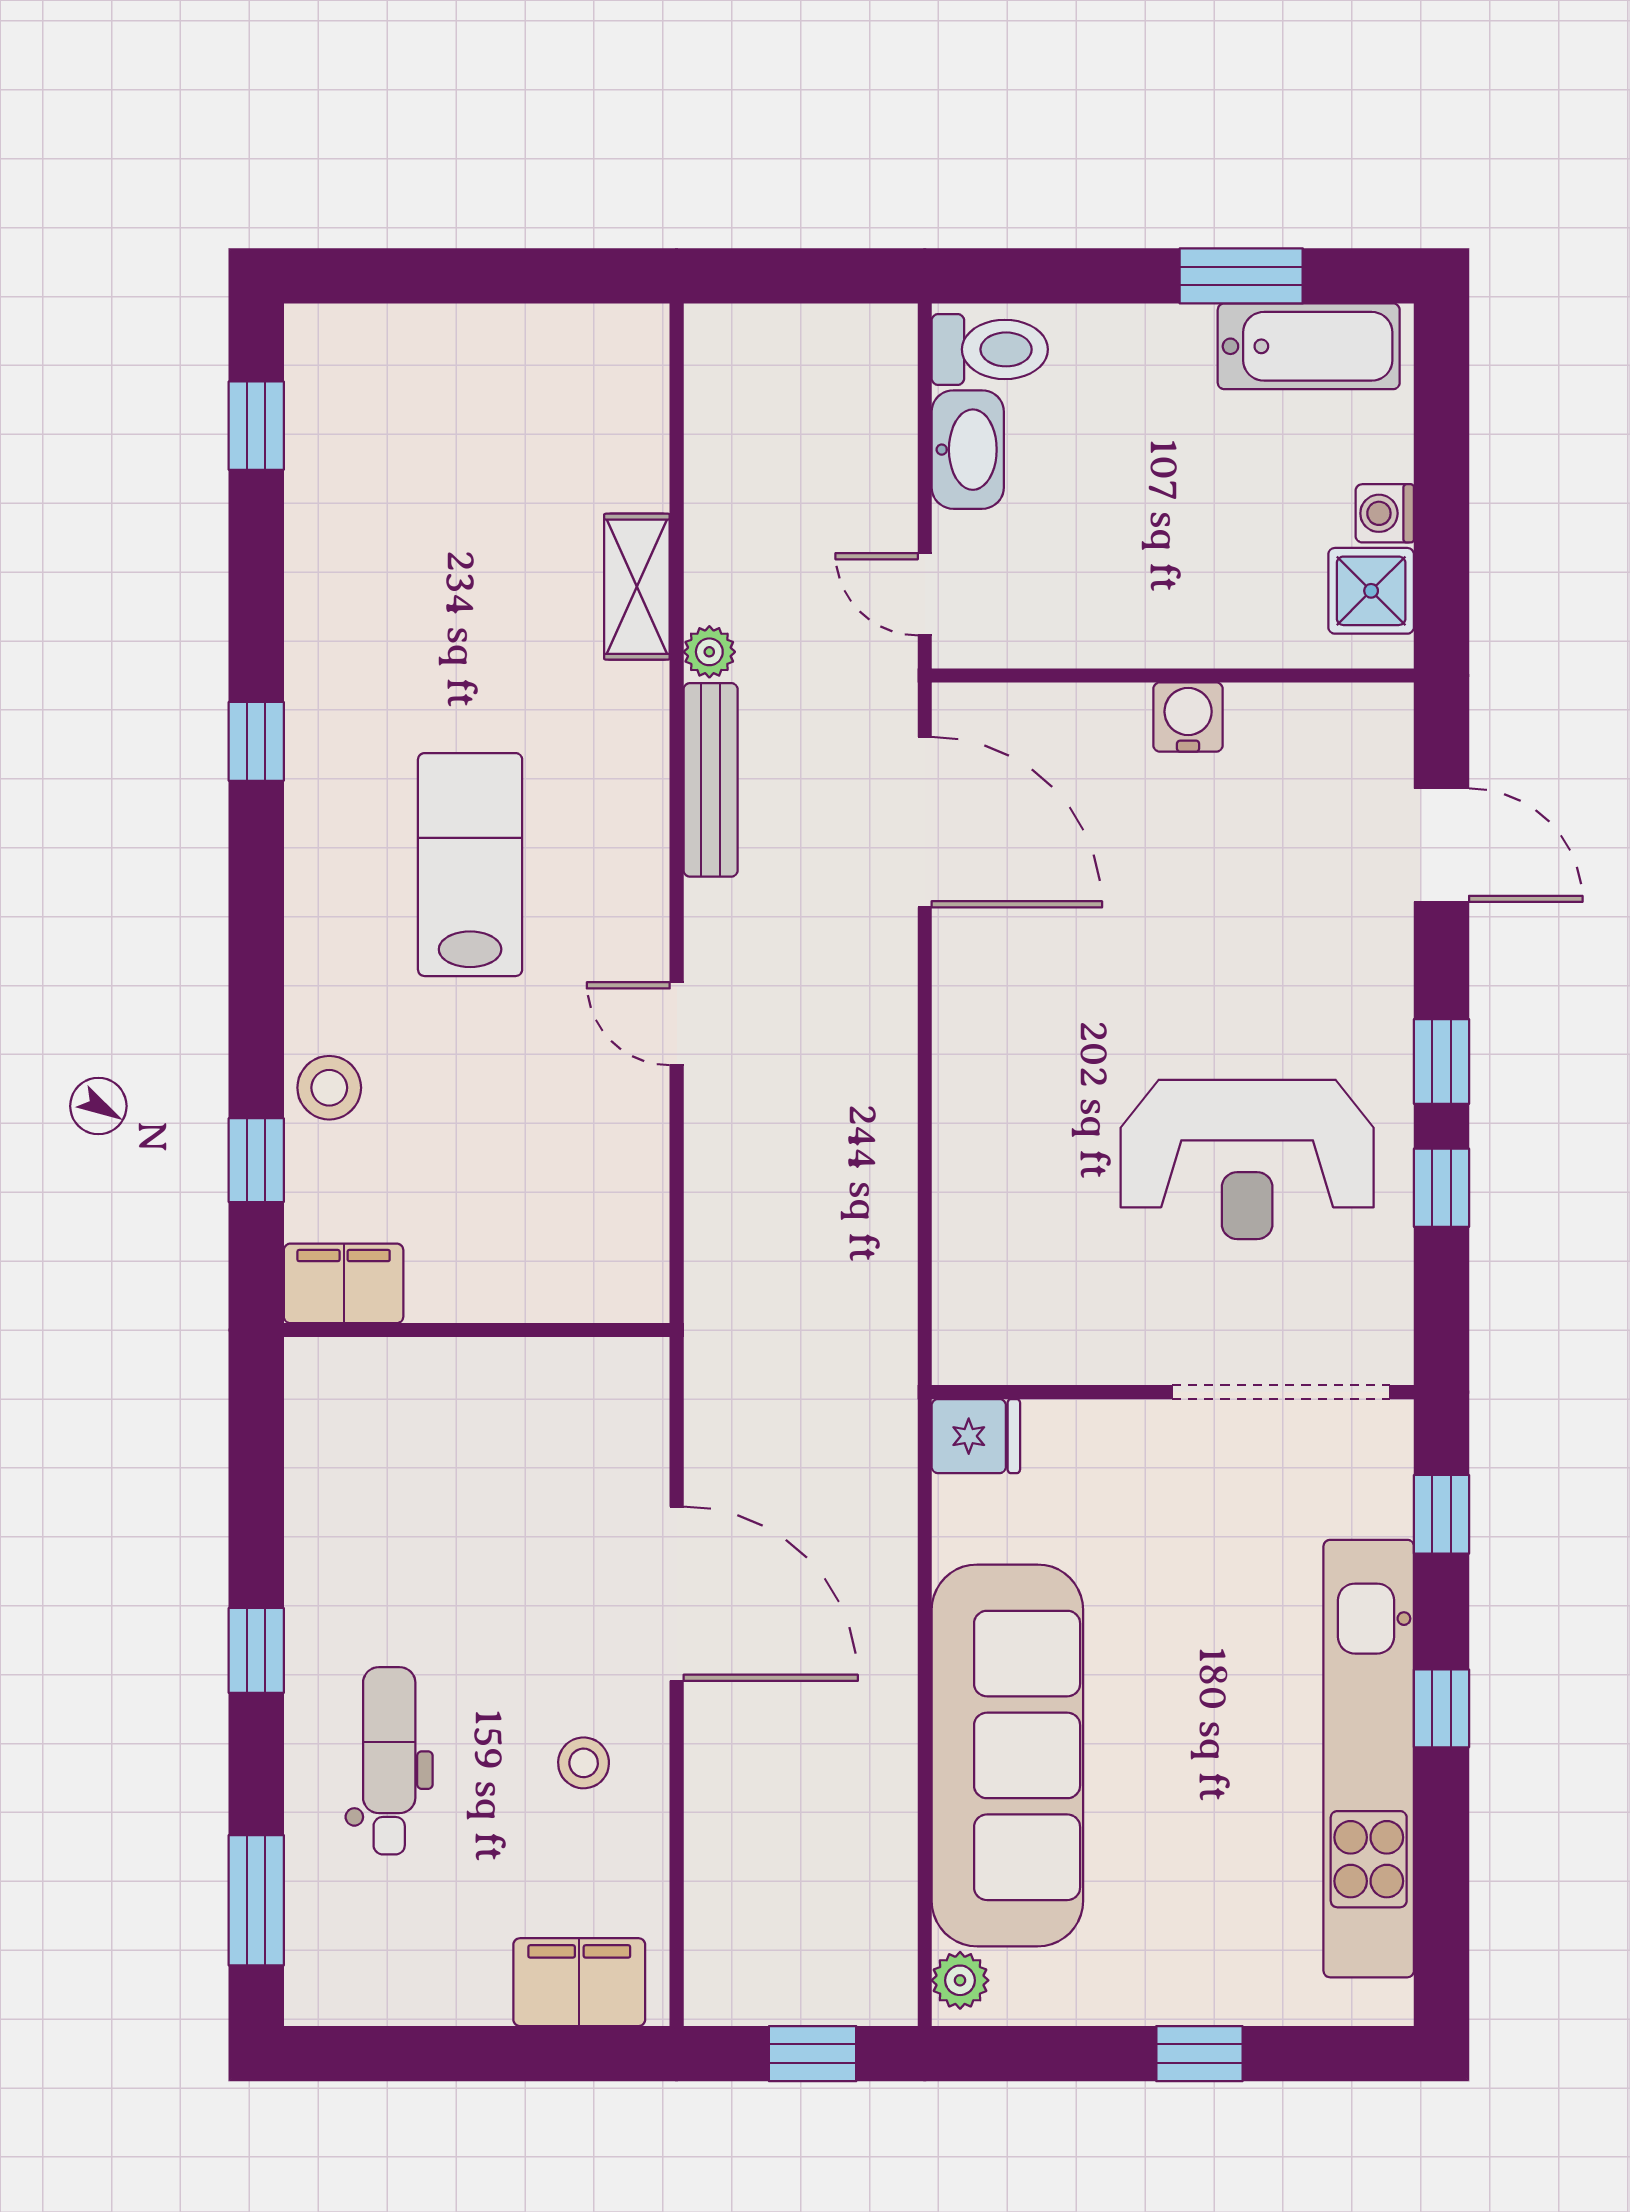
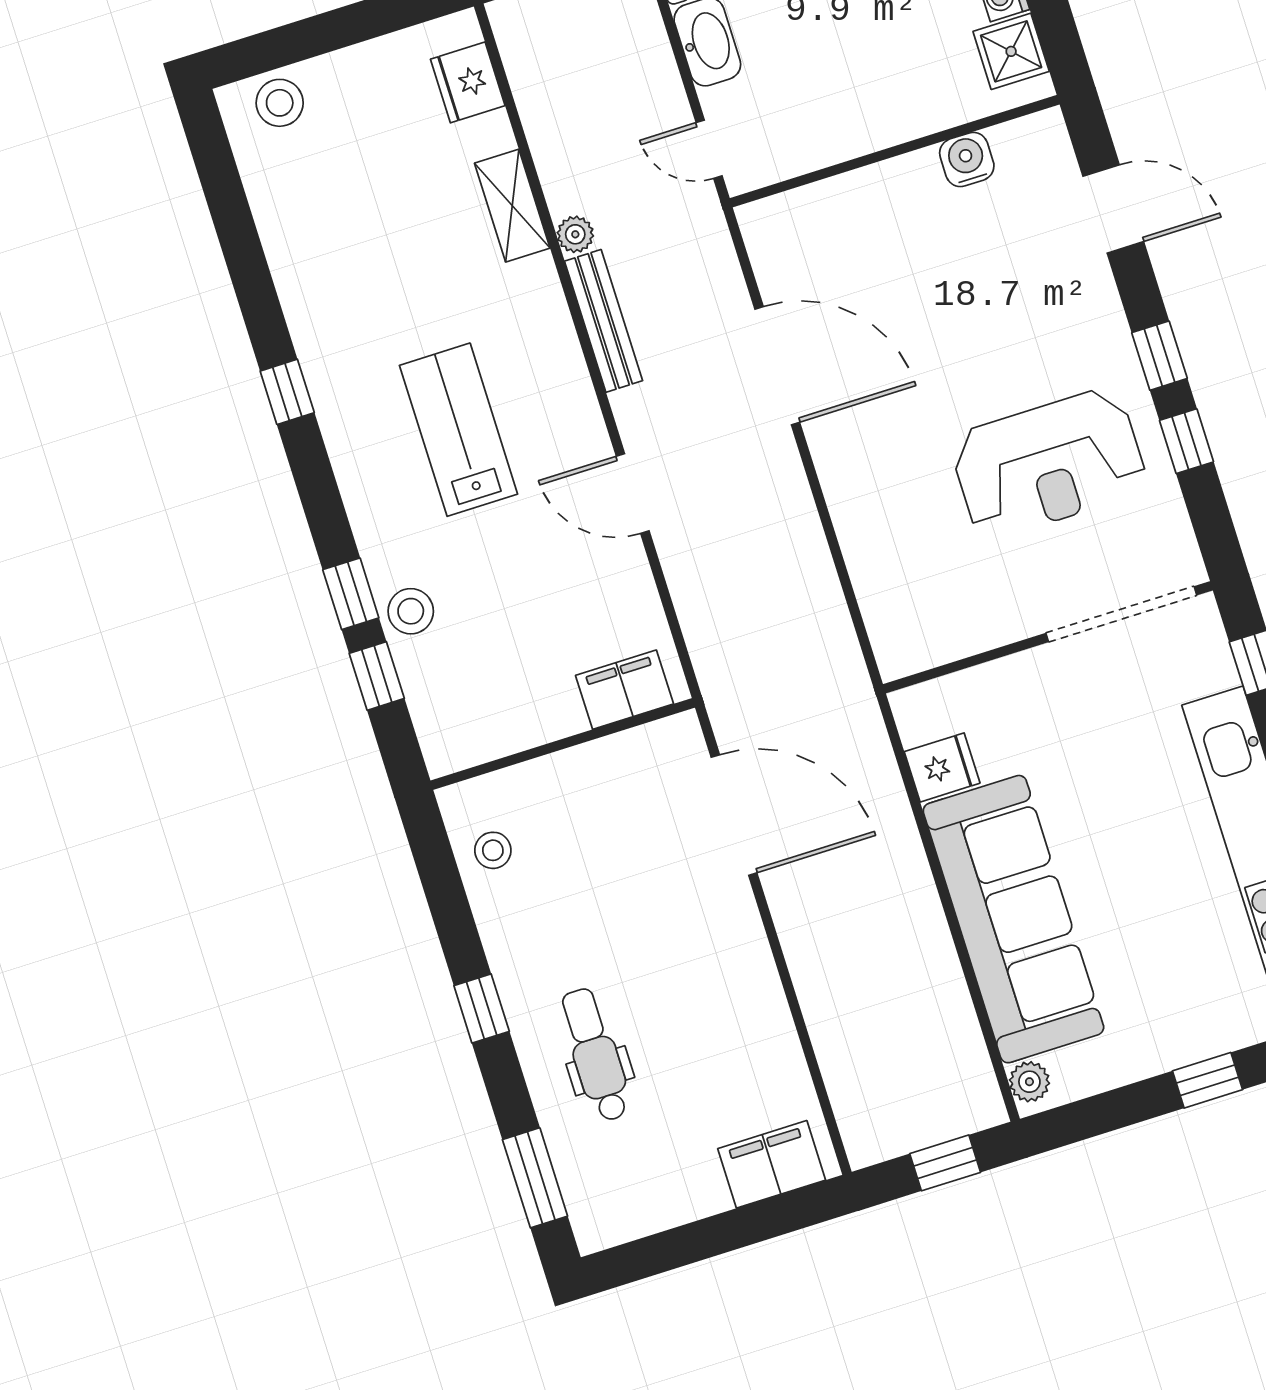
stool: (368, 350) -> (280, 103), added
fridge: (629, 403) -> (468, 82), added
window: (256, 426) -> (351, 594), moved
water cooler: (1188, 717) -> (967, 159), moved
door: (925, 822) -> (777, 366), moved
door: (677, 1024) -> (633, 493), width x1.38
filing cabinet: (344, 1283) -> (625, 690), moved
fridge: (976, 1436) -> (942, 767), moved
door: (677, 1594) -> (734, 815), moved
stool: (584, 1763) -> (493, 850), moved

